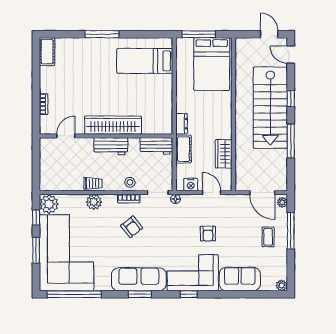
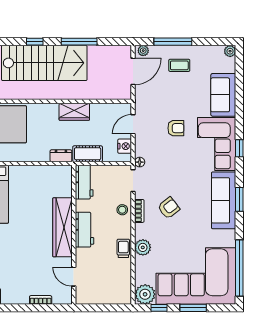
wardrobe: (224, 154) -> (74, 112), moved

